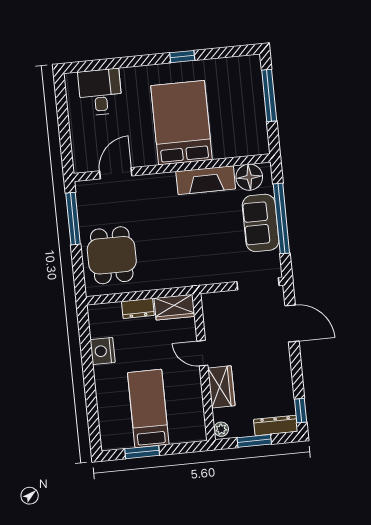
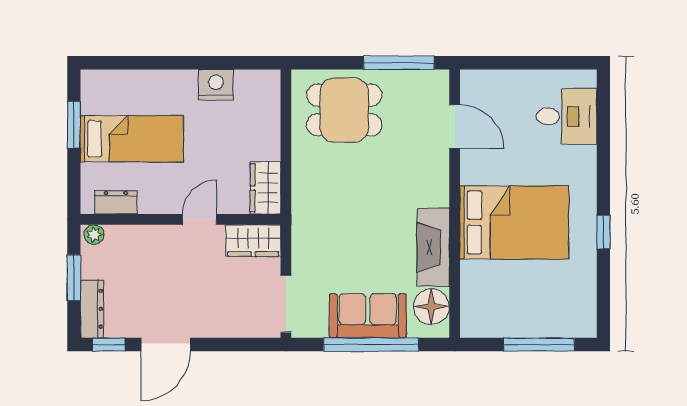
dresser: (138, 308) -> (116, 202), moved, turned 90
door: (292, 323) -> (166, 345), moved
wardrobe: (221, 387) -> (253, 241), moved

